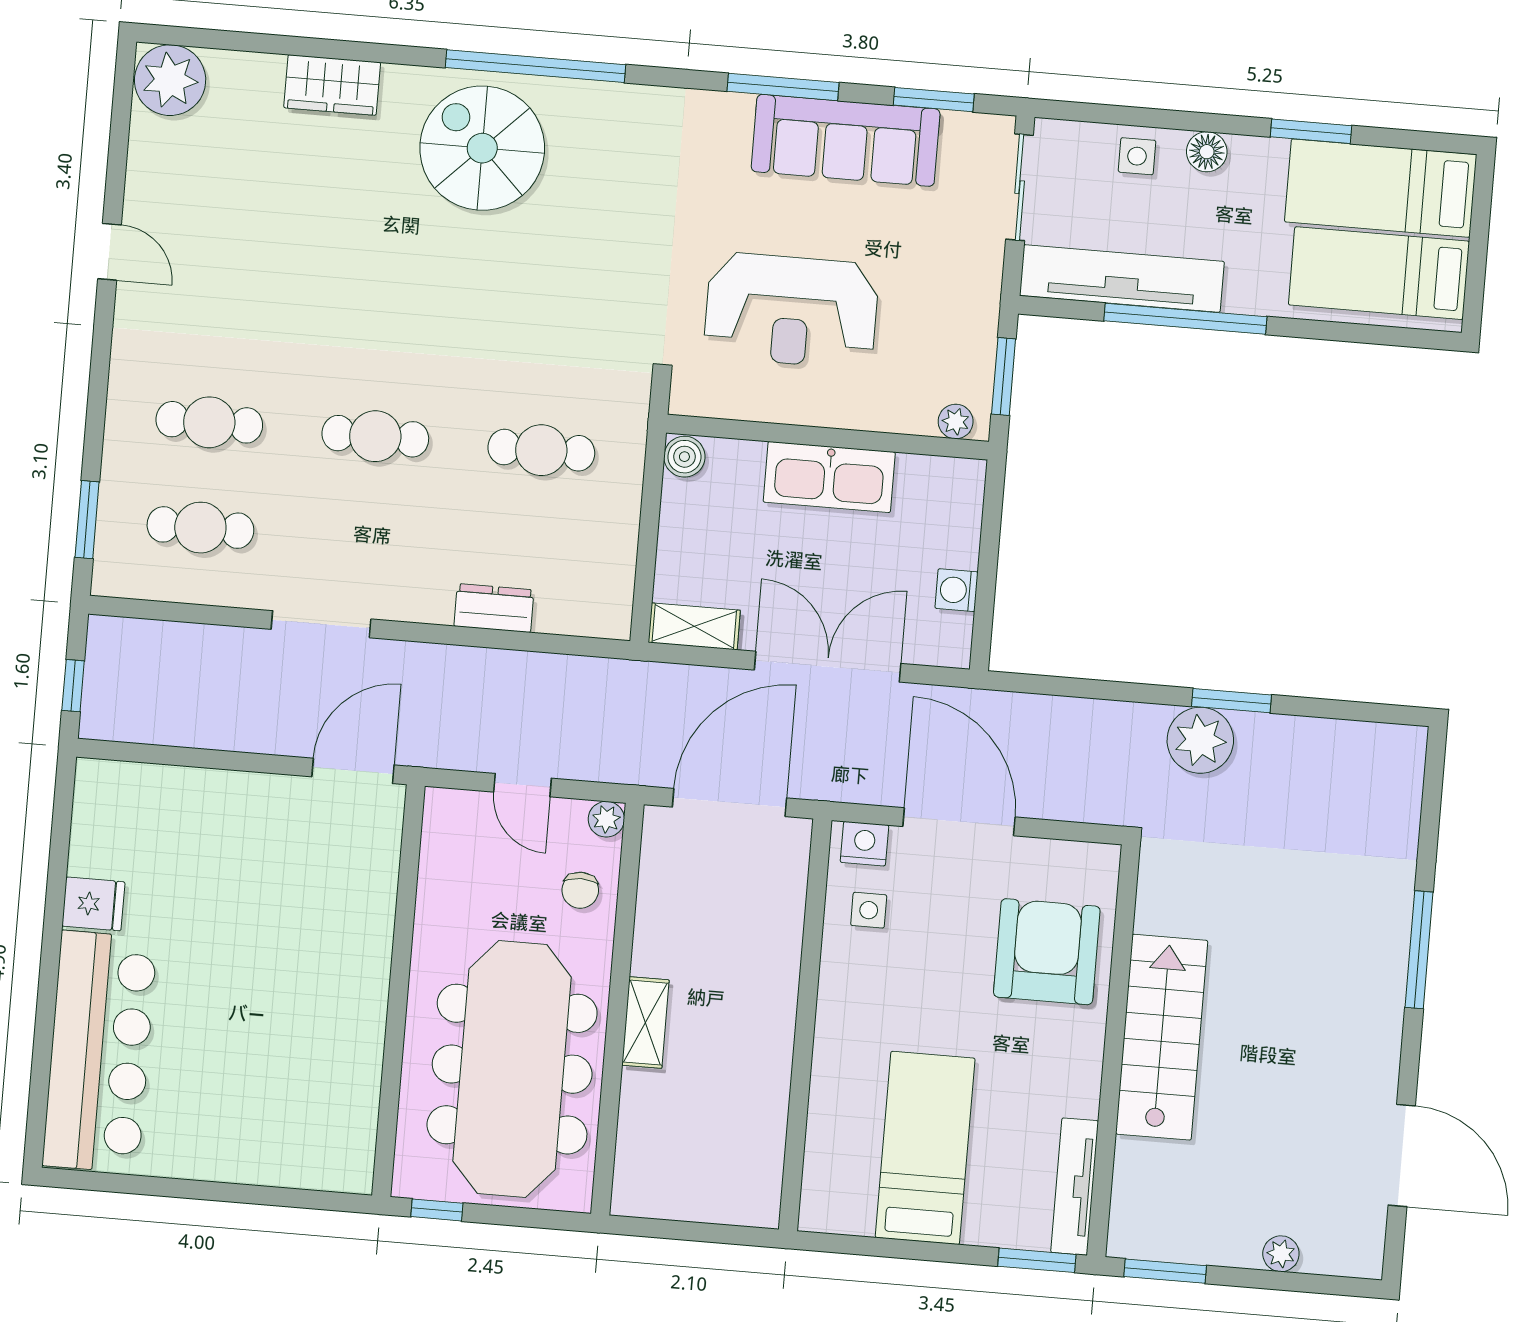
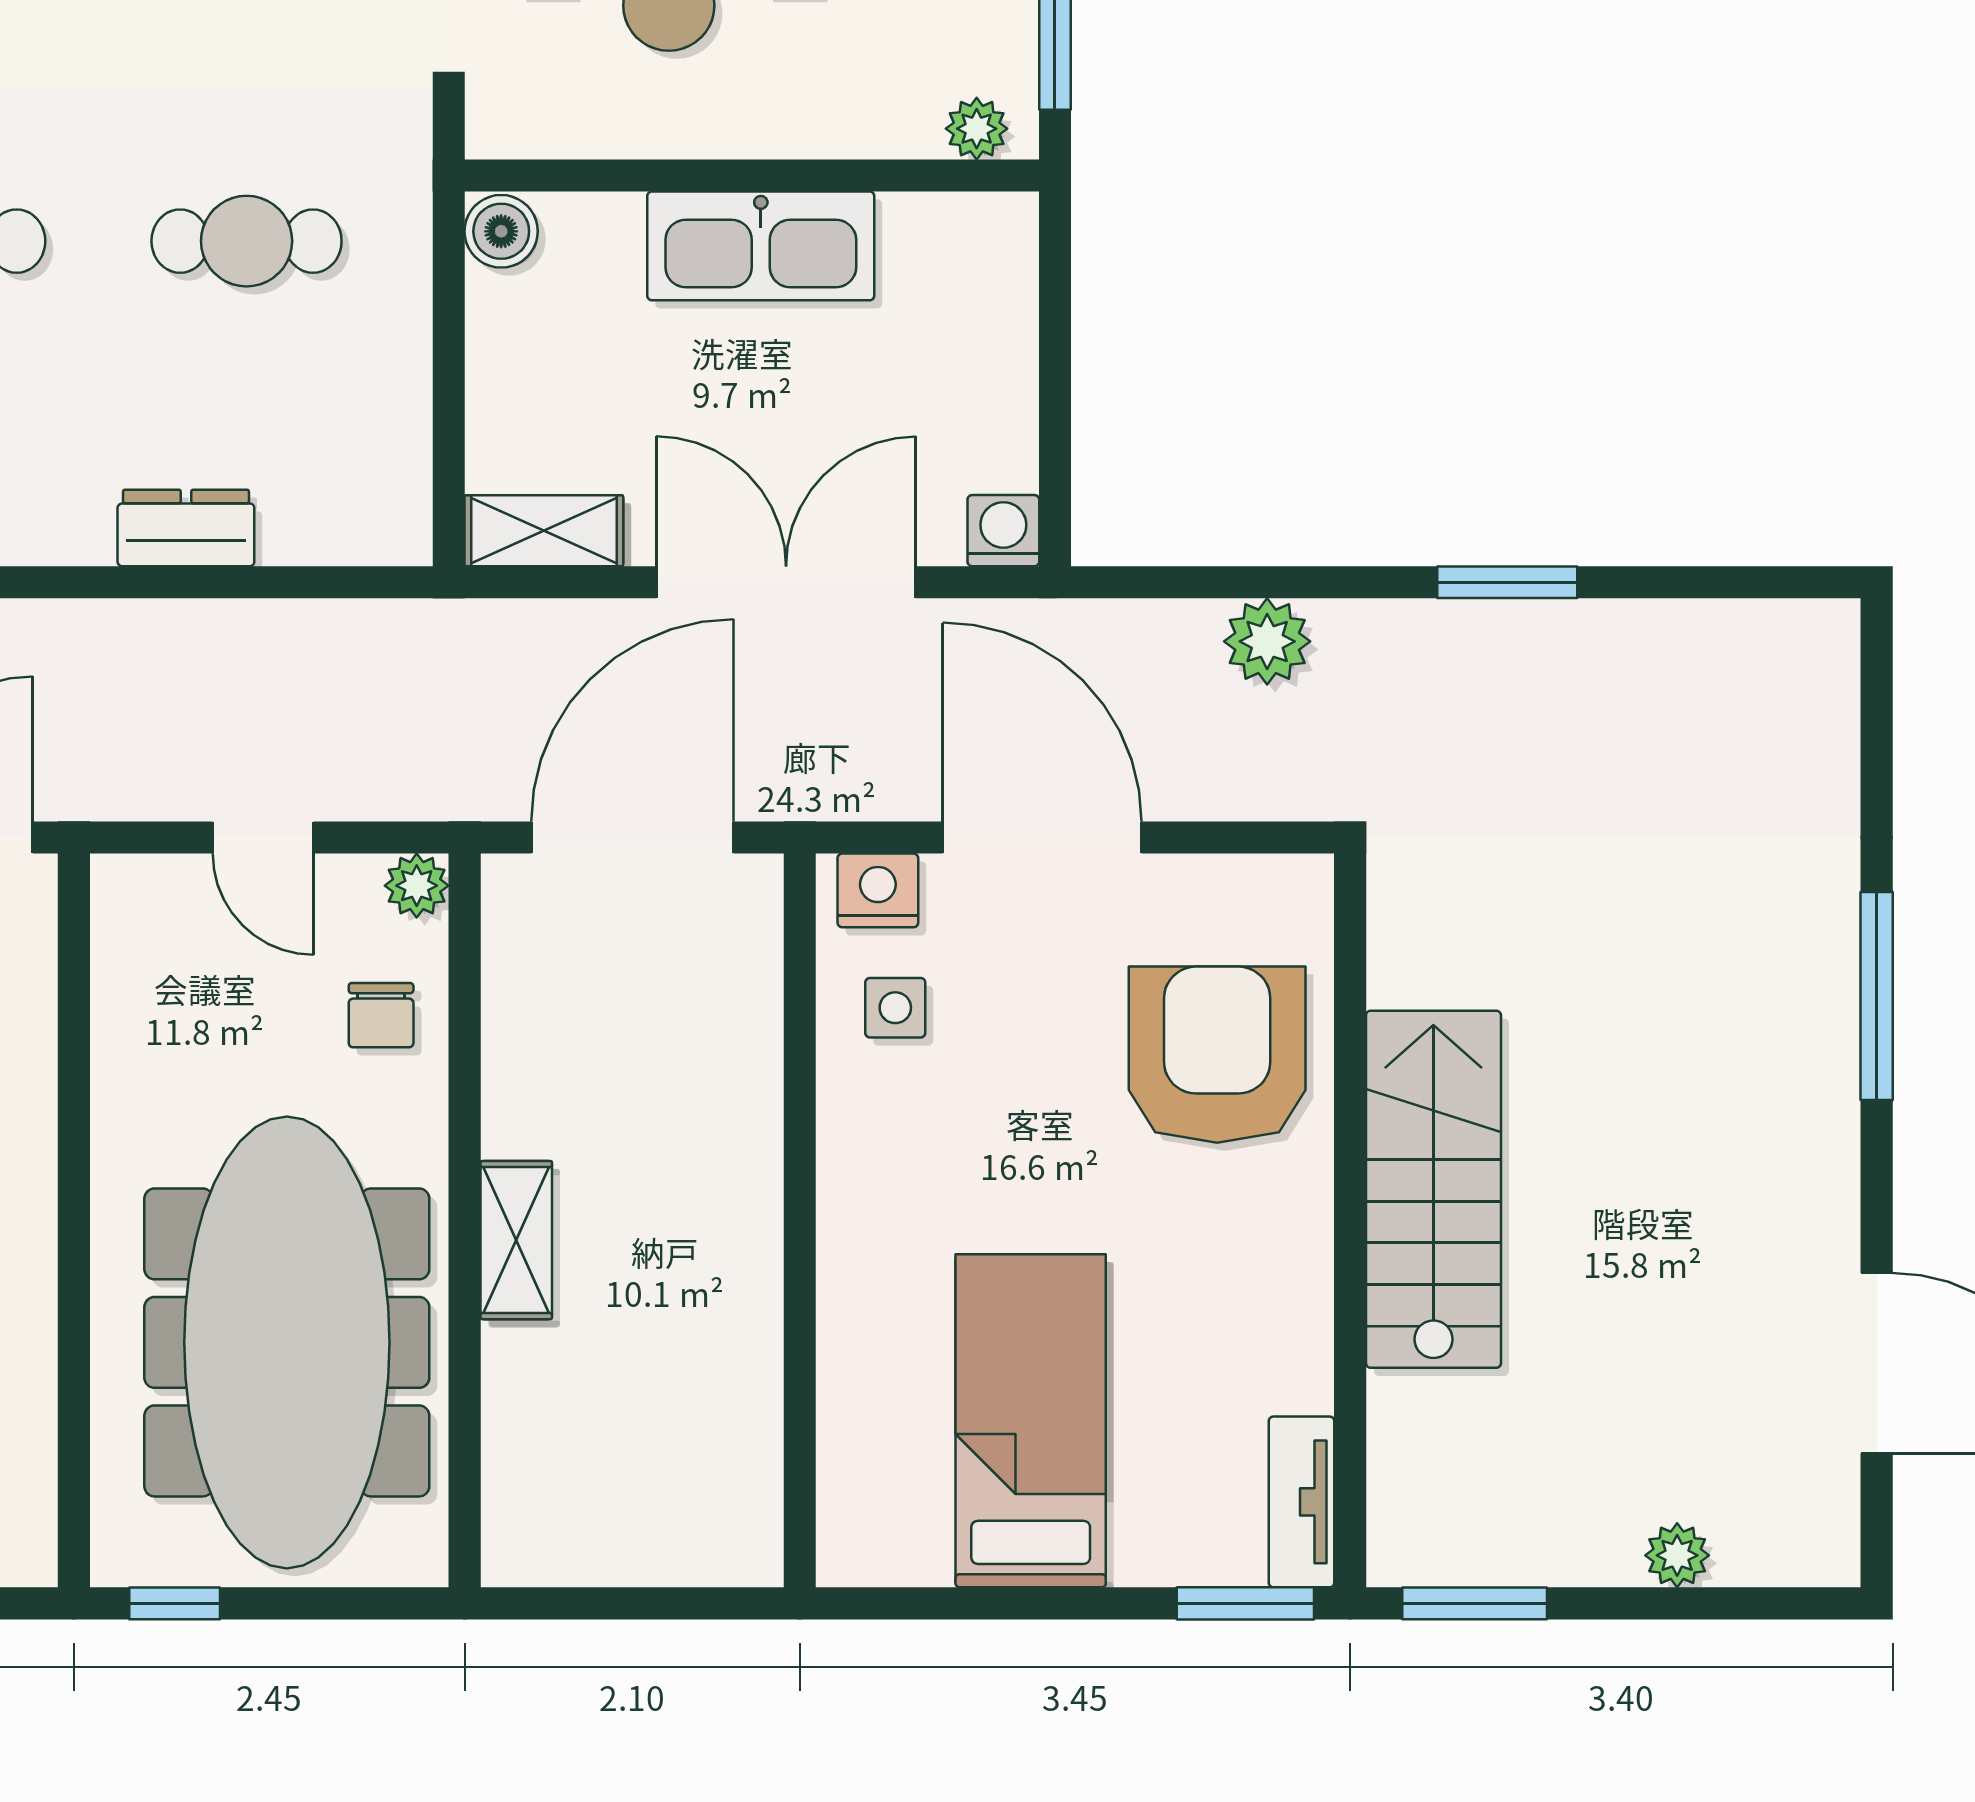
washing machine: (957, 590) -> (1003, 531), moved, turned 90
plant: (1200, 740) -> (1267, 641), moved, width x0.73, depth x0.73
tv unit: (1075, 1187) -> (1302, 1502), width x0.71

